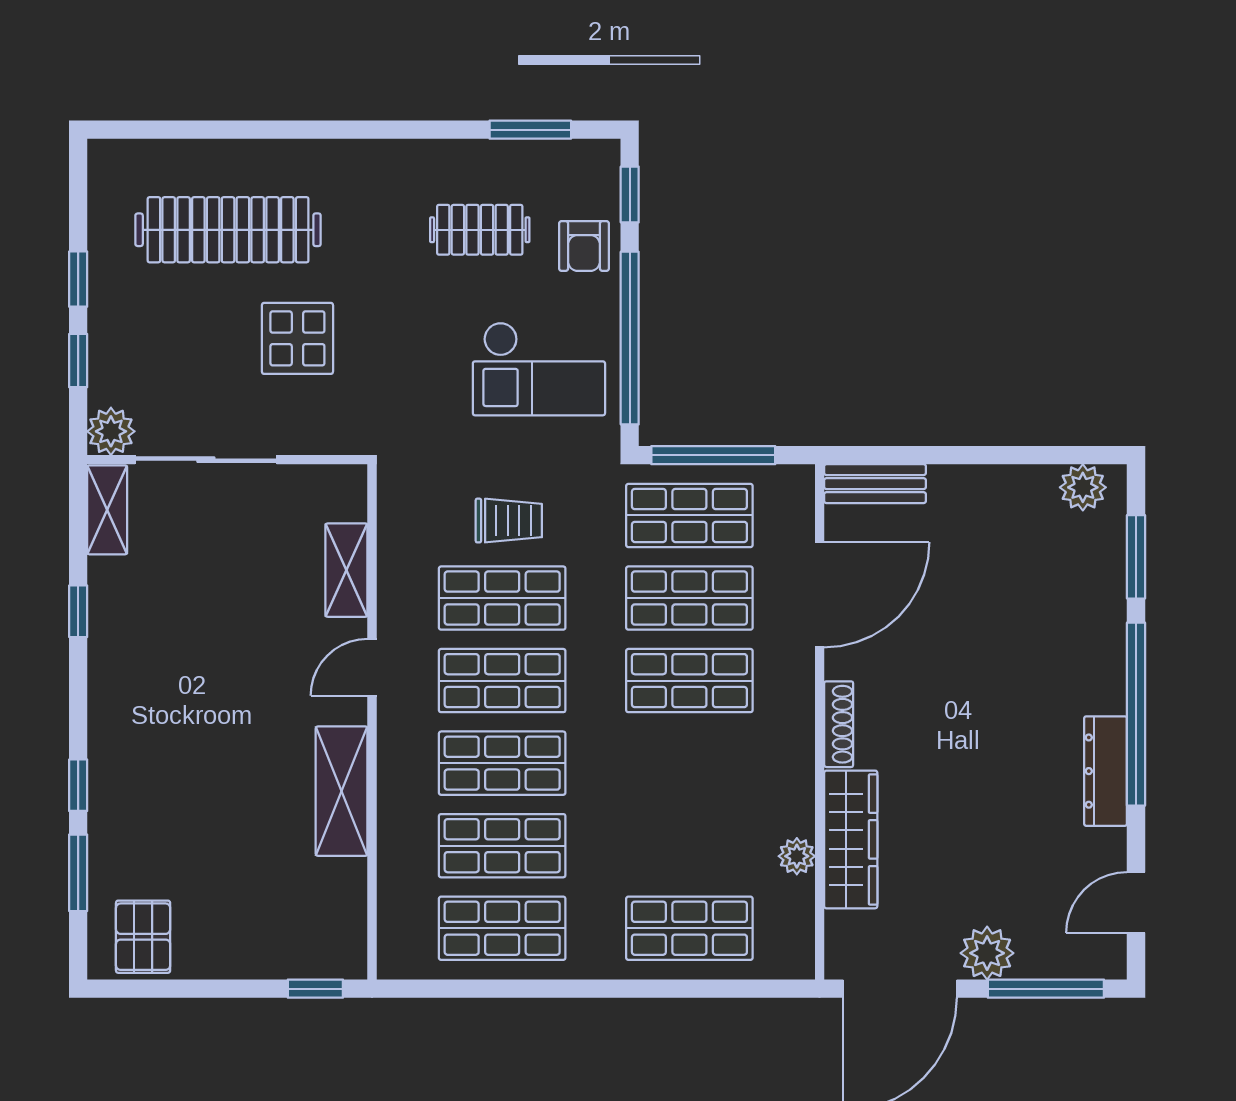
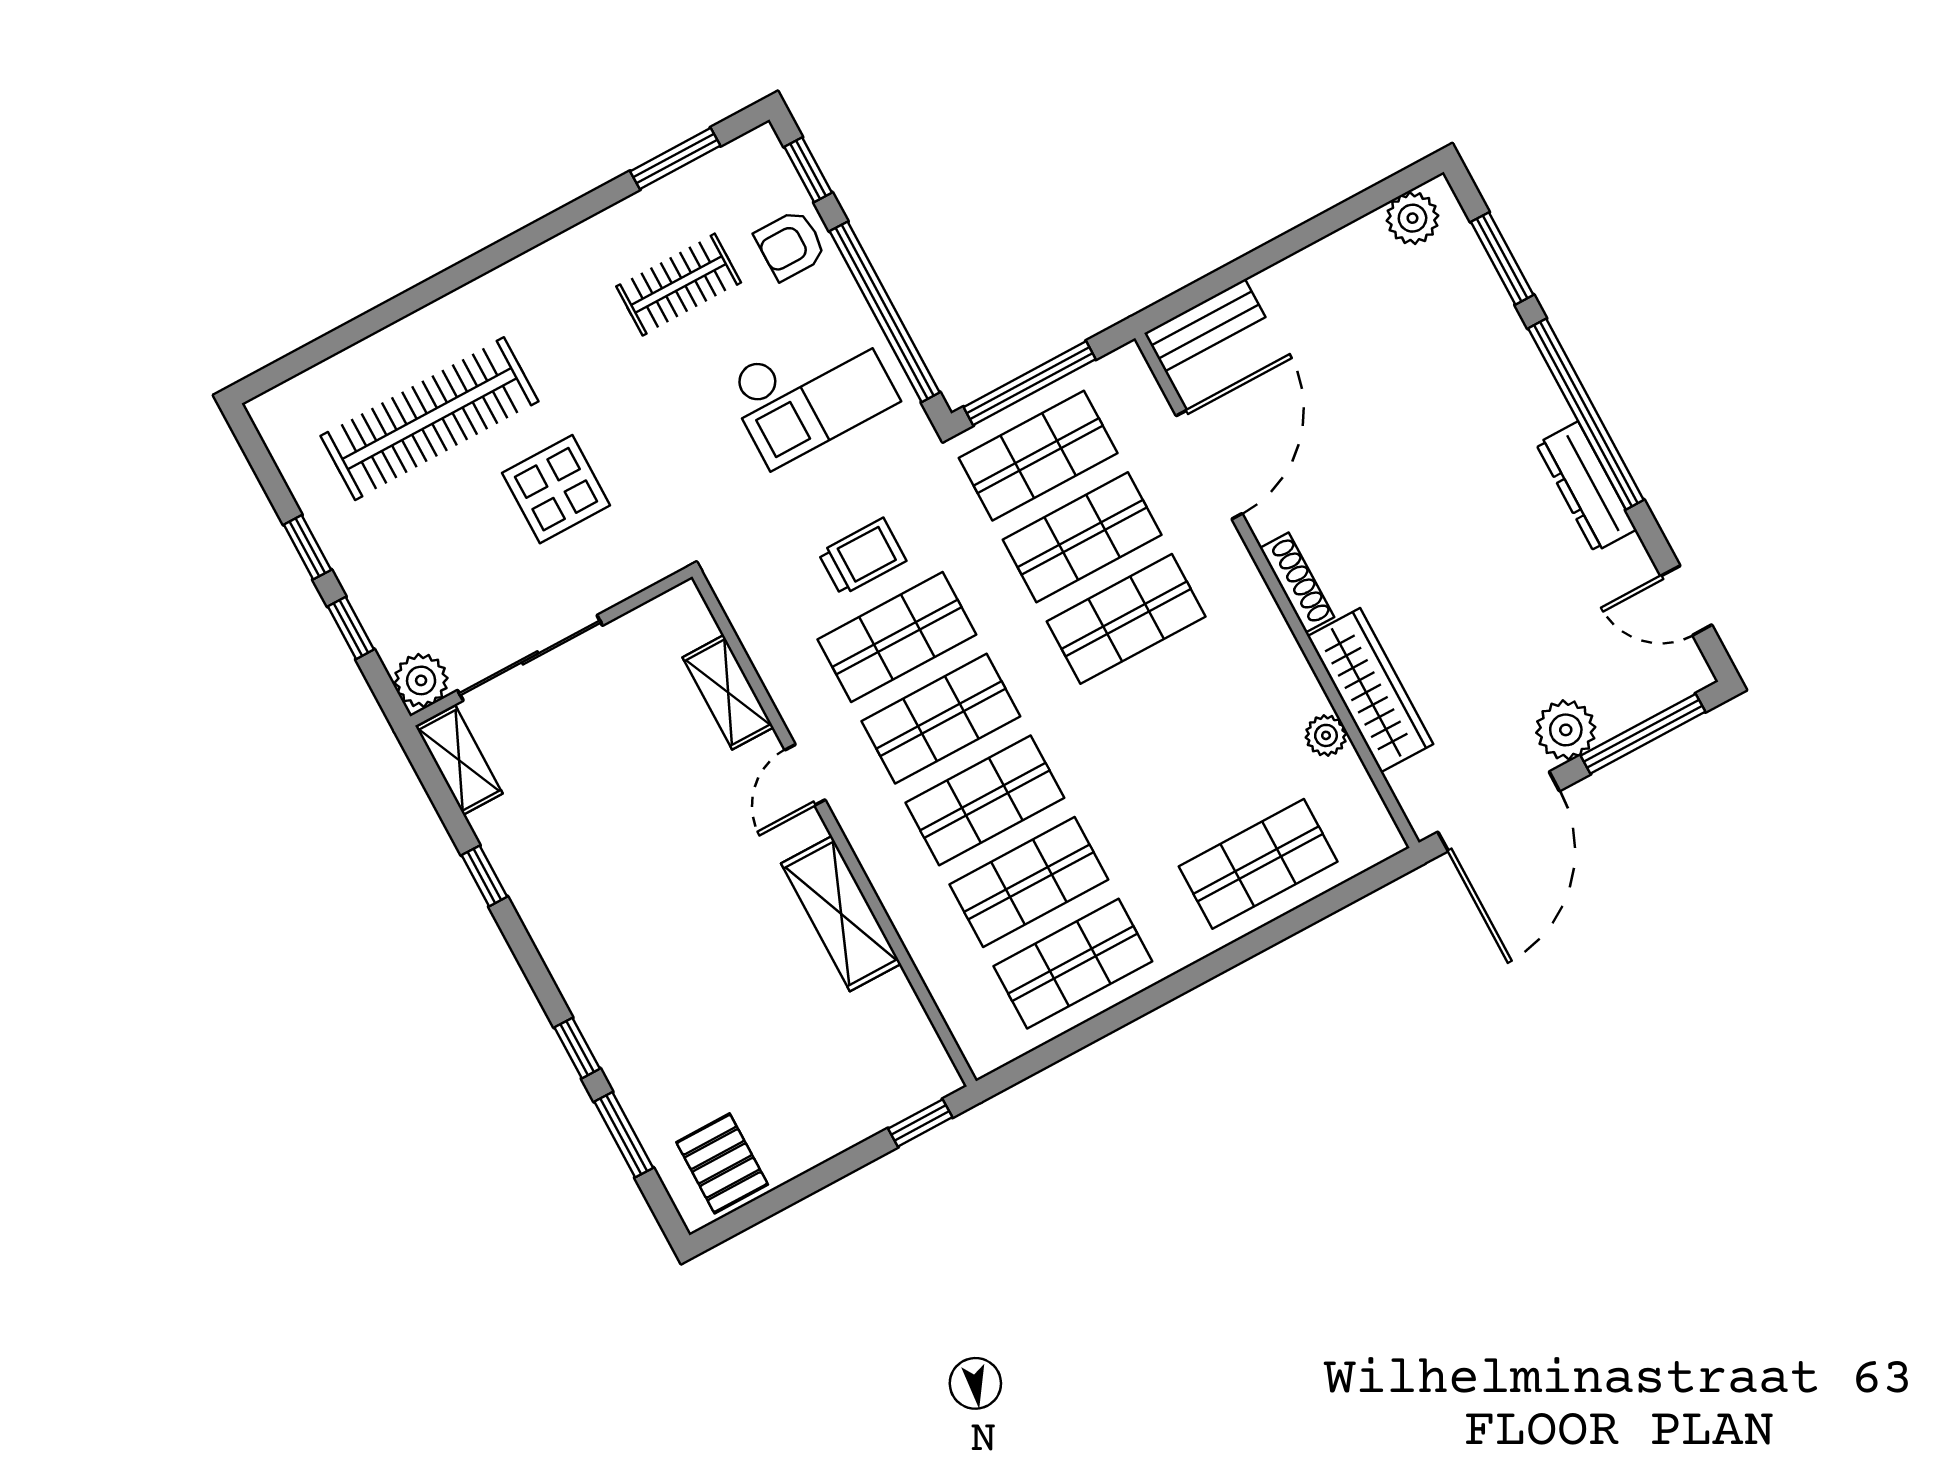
armchair: (584, 246) -> (790, 245), turned 90
door: (1136, 902) -> (1686, 600), hinge flipped

